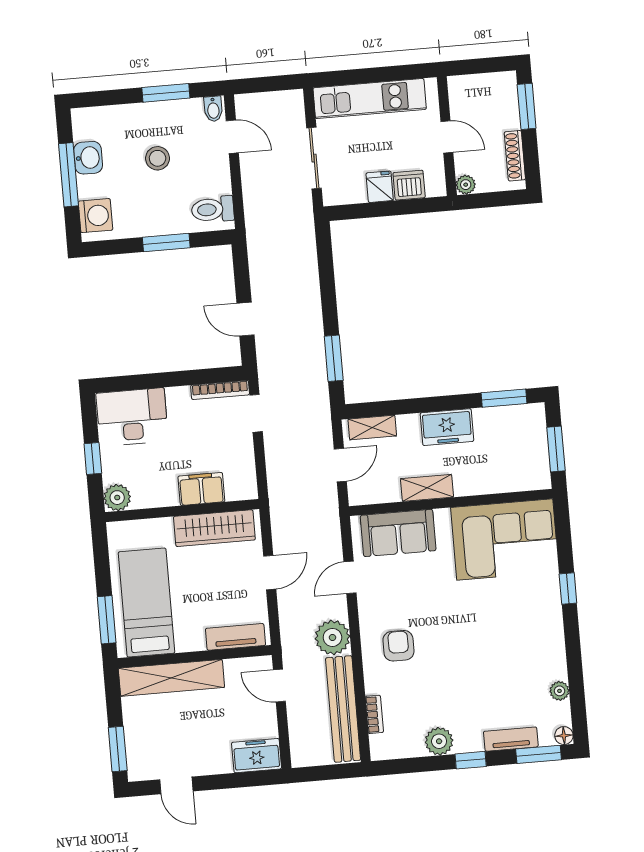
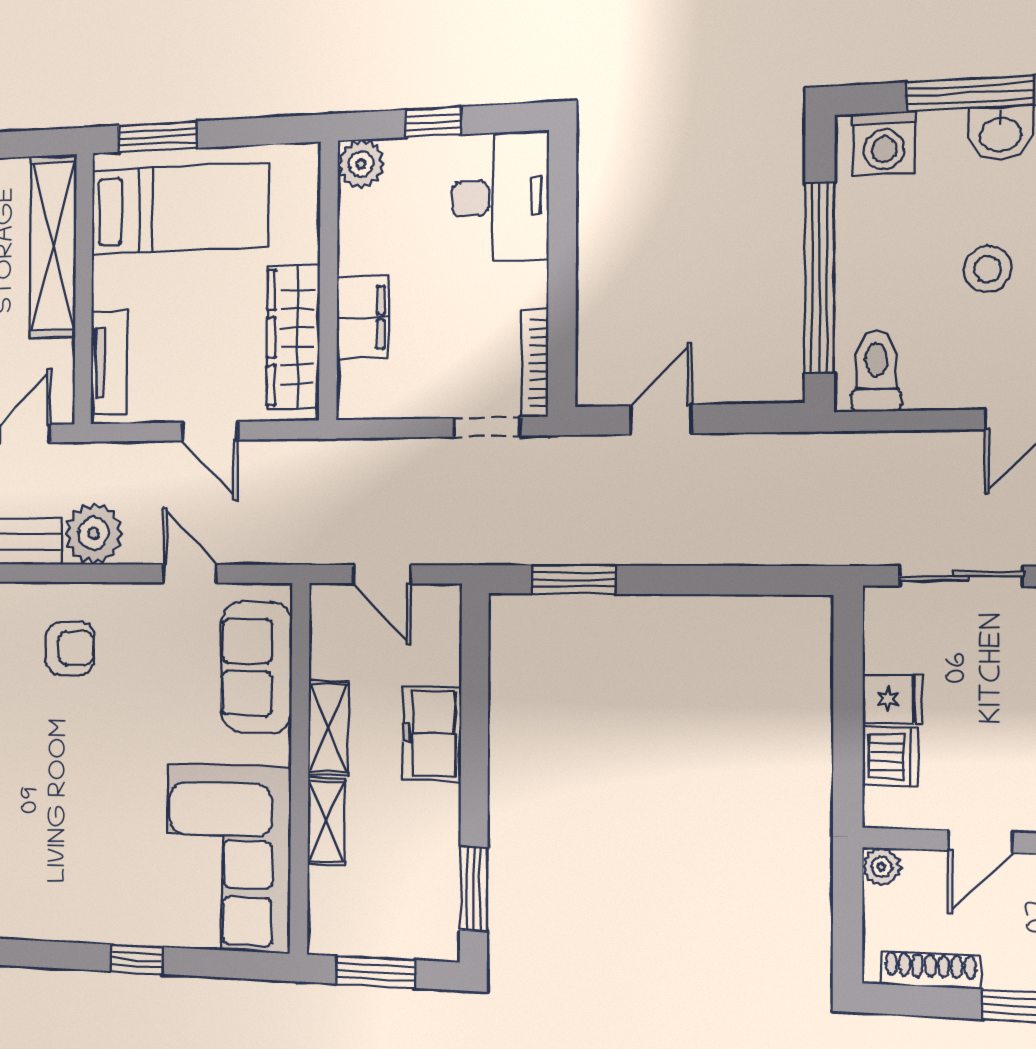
window: (166, 242) -> (820, 278), width x2.11
freezer: (447, 427) -> (432, 733), moved
shelving: (372, 428) -> (326, 822), moved

